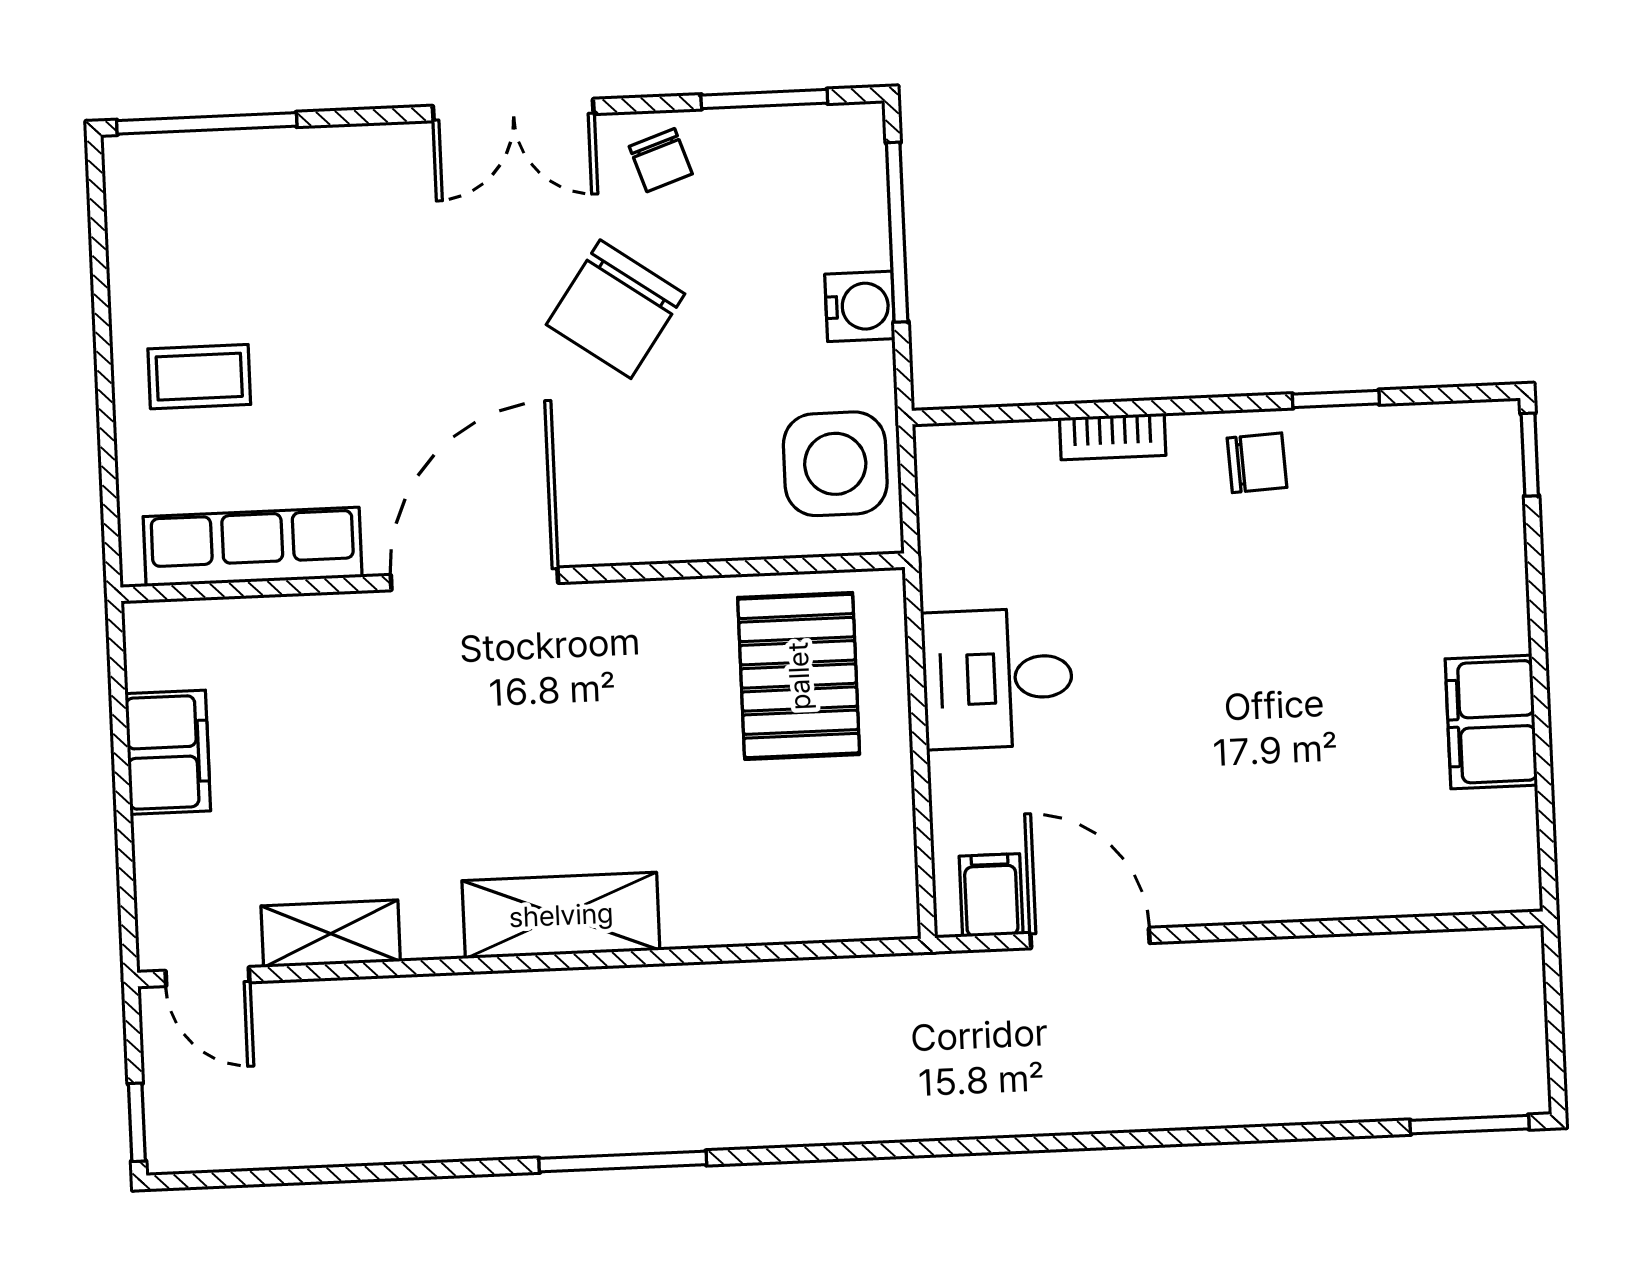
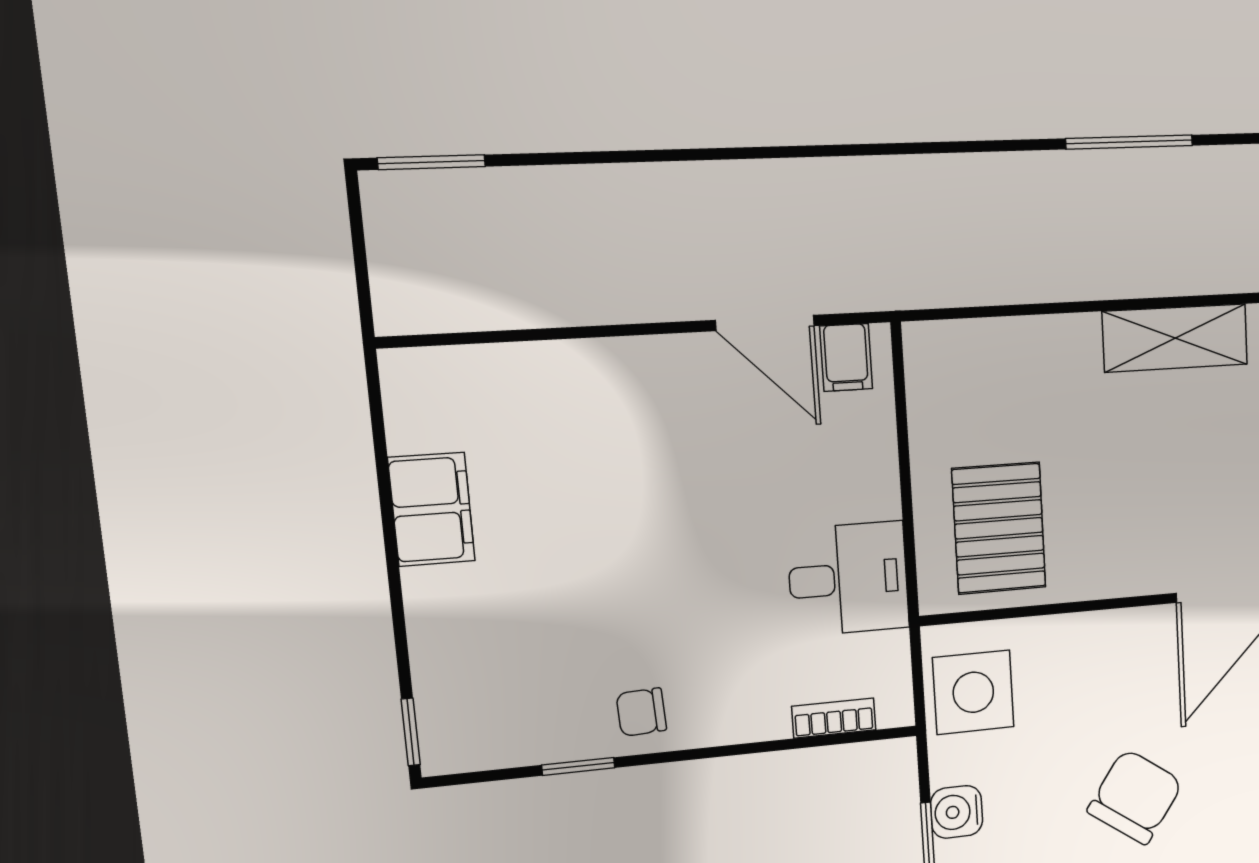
bookcase: (1113, 437) -> (834, 718), moved
desk: (997, 678) -> (848, 579), moved

